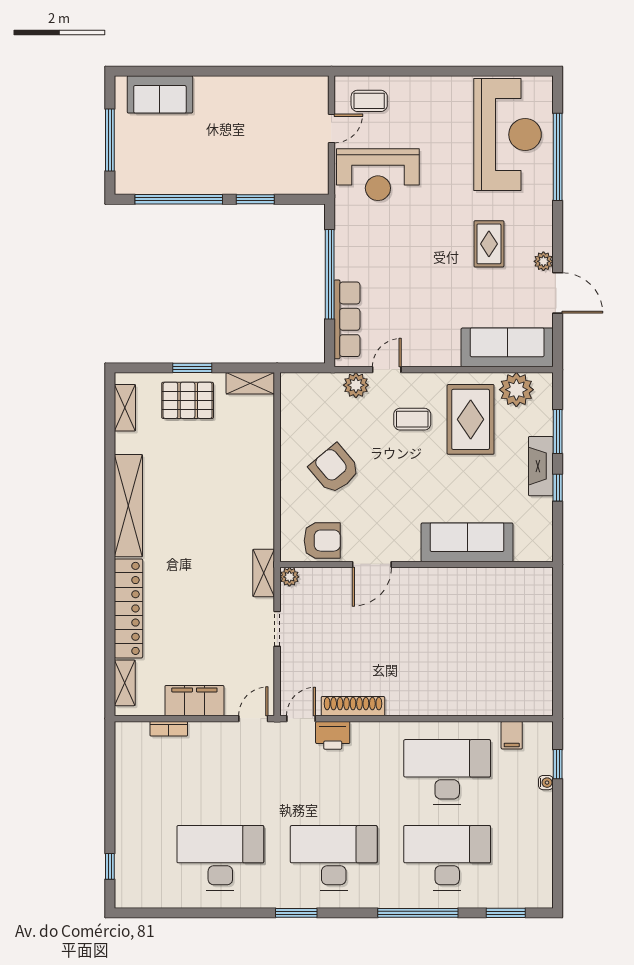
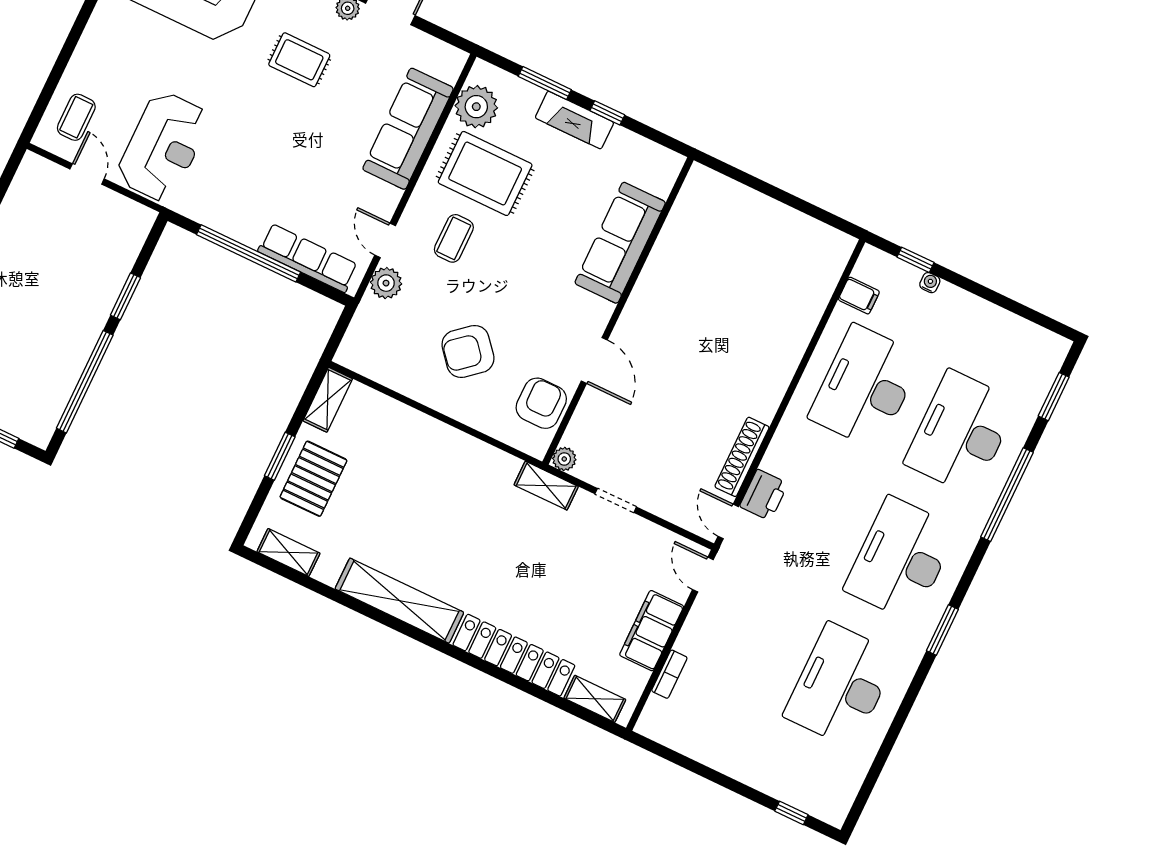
sofa: (507, 347) -> (408, 129), moved

